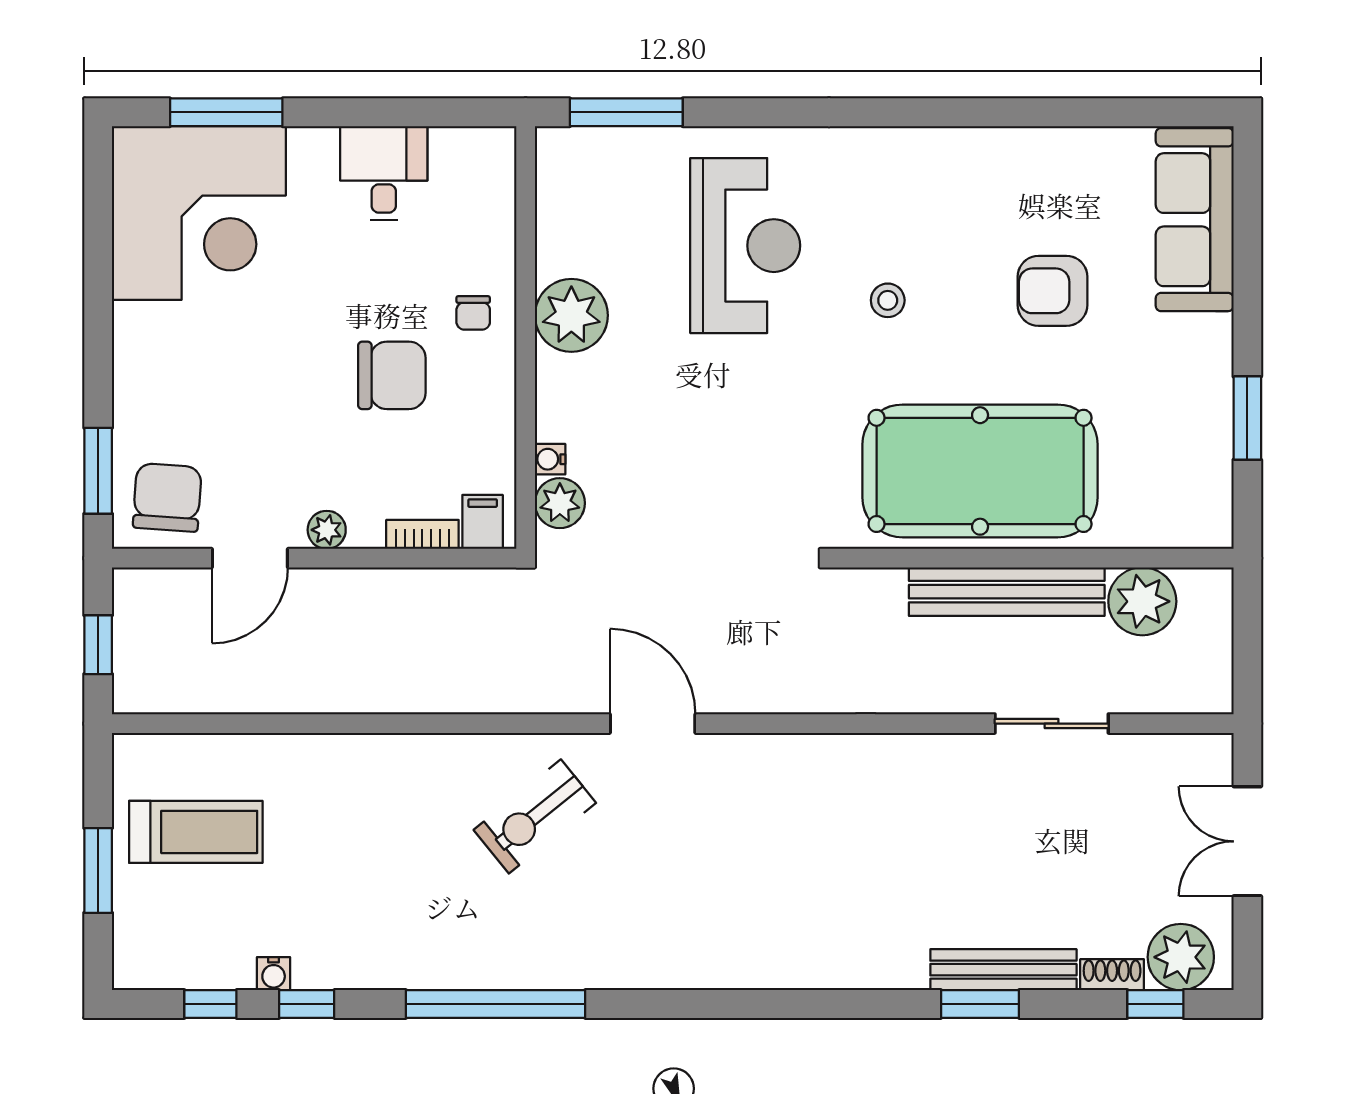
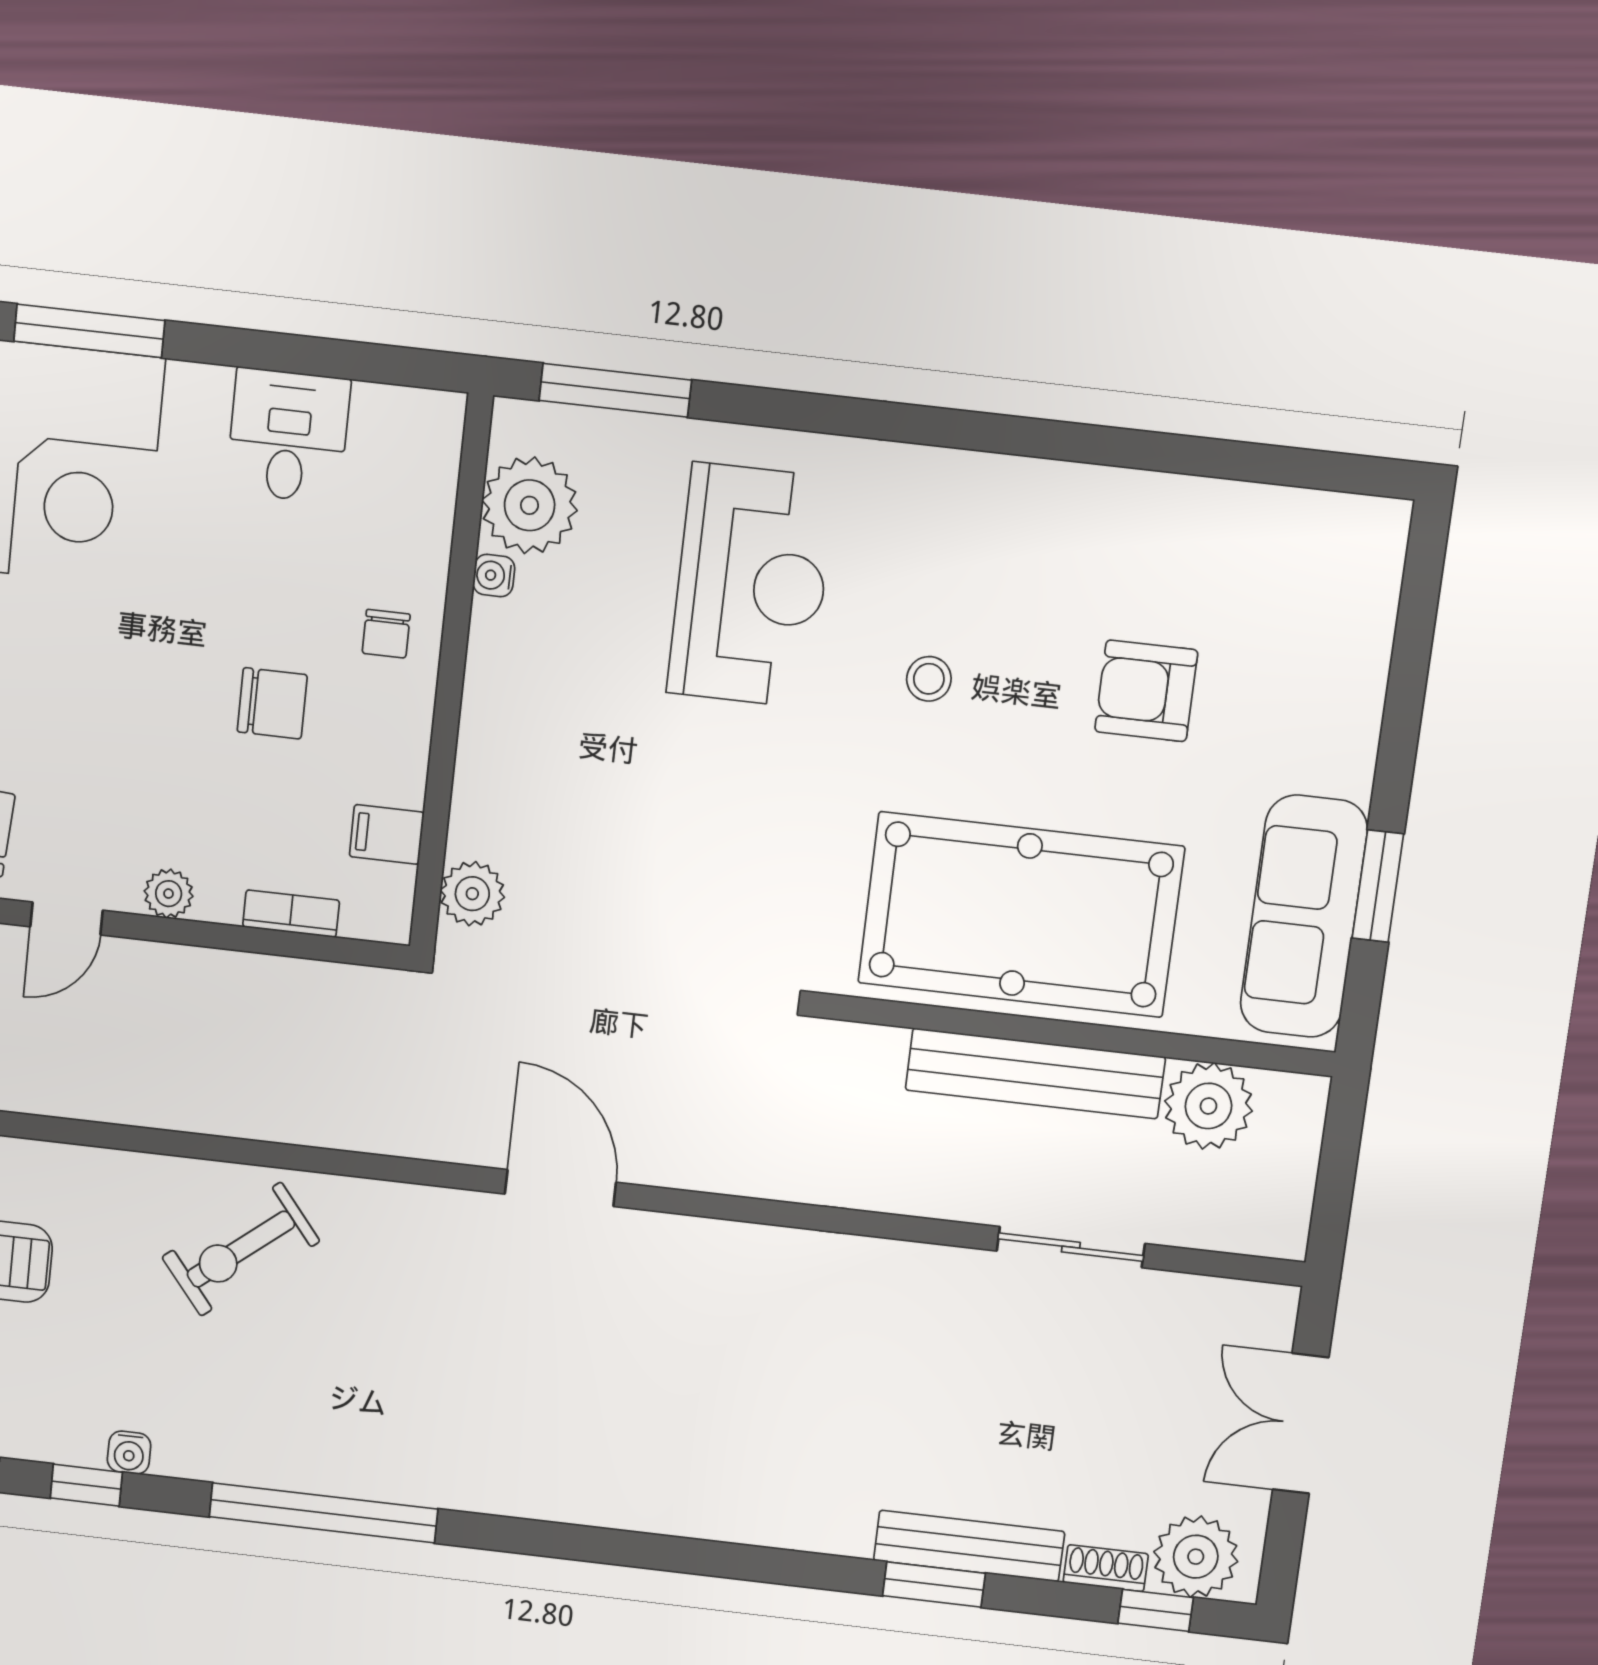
sofa: (1195, 220) -> (1304, 916), moved
plant: (571, 315) -> (530, 505), moved
chair: (392, 375) -> (272, 703), width x0.73, depth x0.73
water cooler: (550, 459) -> (494, 575), moved
filing cabinet: (483, 522) -> (387, 834), moved, turned -90
door: (250, 558) -> (66, 918), width x0.73
exercise bike: (535, 816) -> (241, 1249), moved
water cooler: (274, 974) -> (129, 1453), moved

